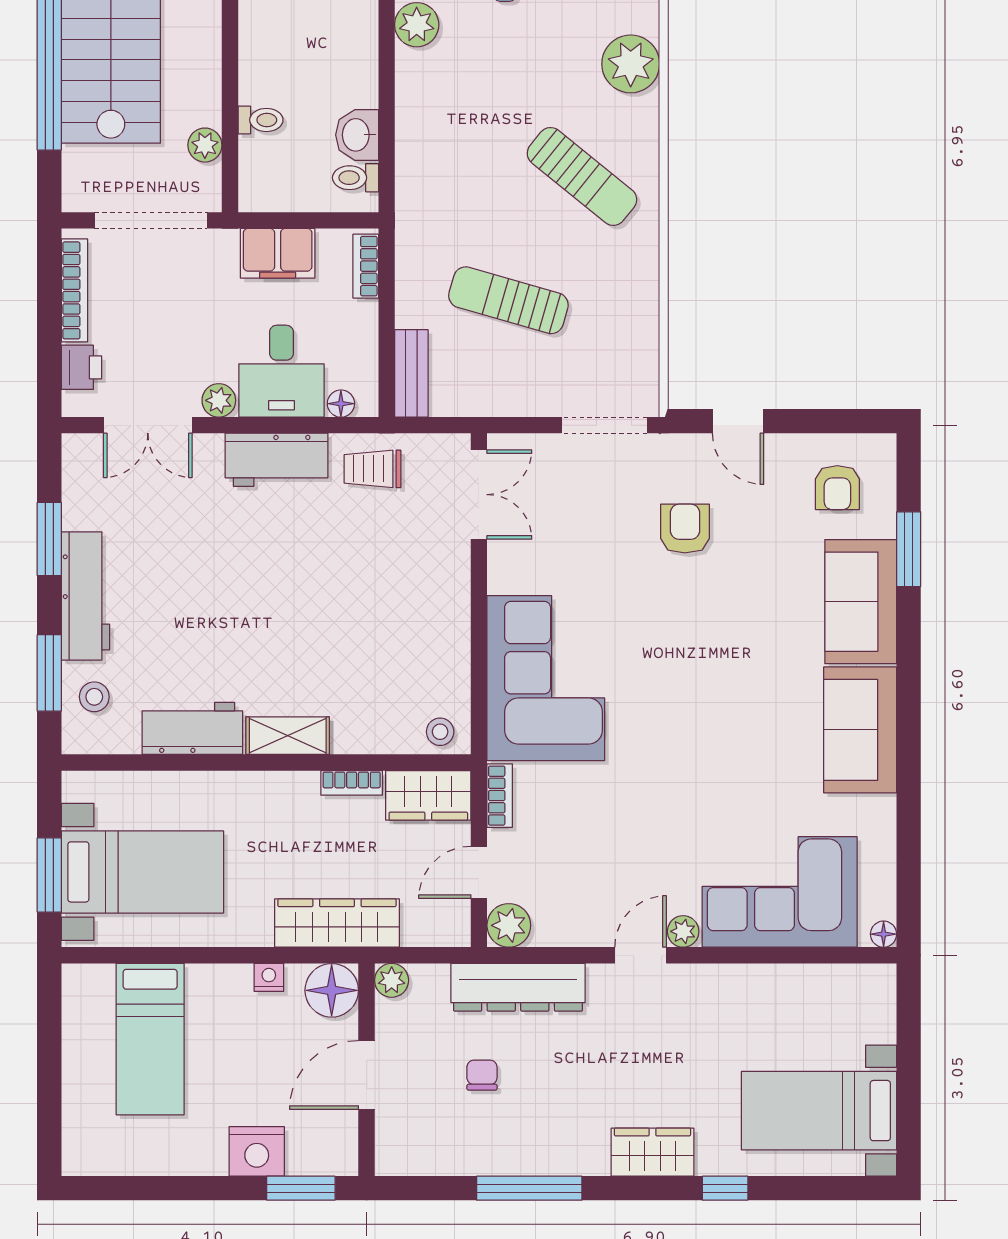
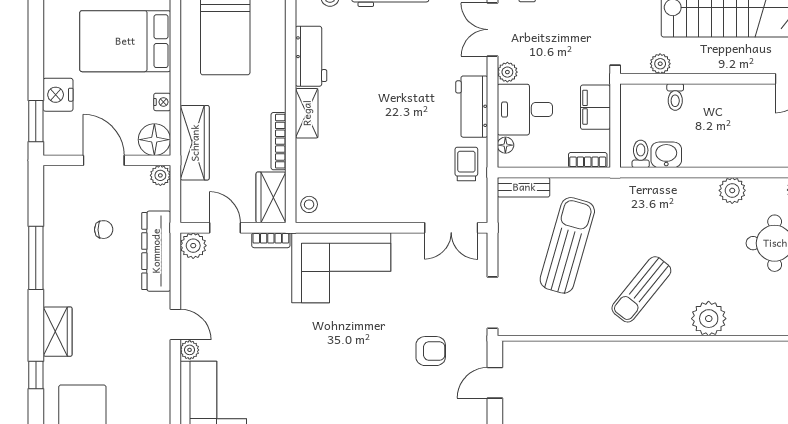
sun lounger: (508, 300) -> (567, 245), width x1.36, depth x1.34
bookcase: (352, 783) -> (278, 141), width x1.56
bed: (150, 1039) -> (125, 41), width x1.50

